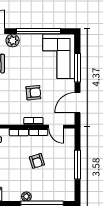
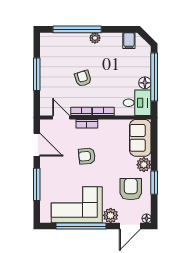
corner sofa: (59, 56) -> (77, 205), moved, turned -90
door: (77, 103) -> (37, 145), hinge flipped

